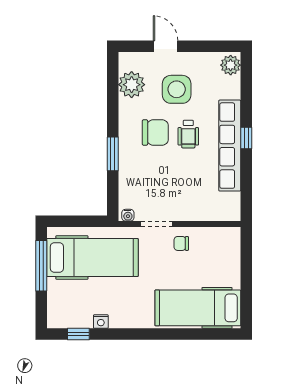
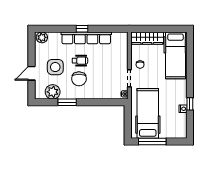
chair: (155, 132) -> (79, 79), turned 180
window: (113, 154) -> (67, 102), moved
wardrobe: (229, 256) -> (147, 38), added
window: (78, 334) -> (190, 104), moved

